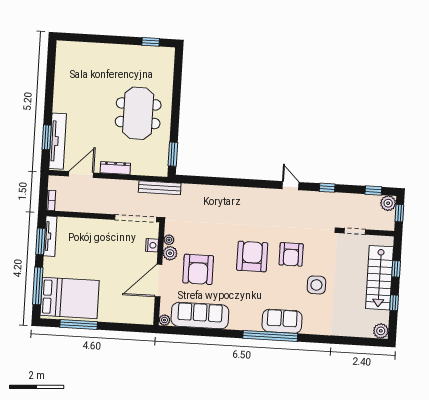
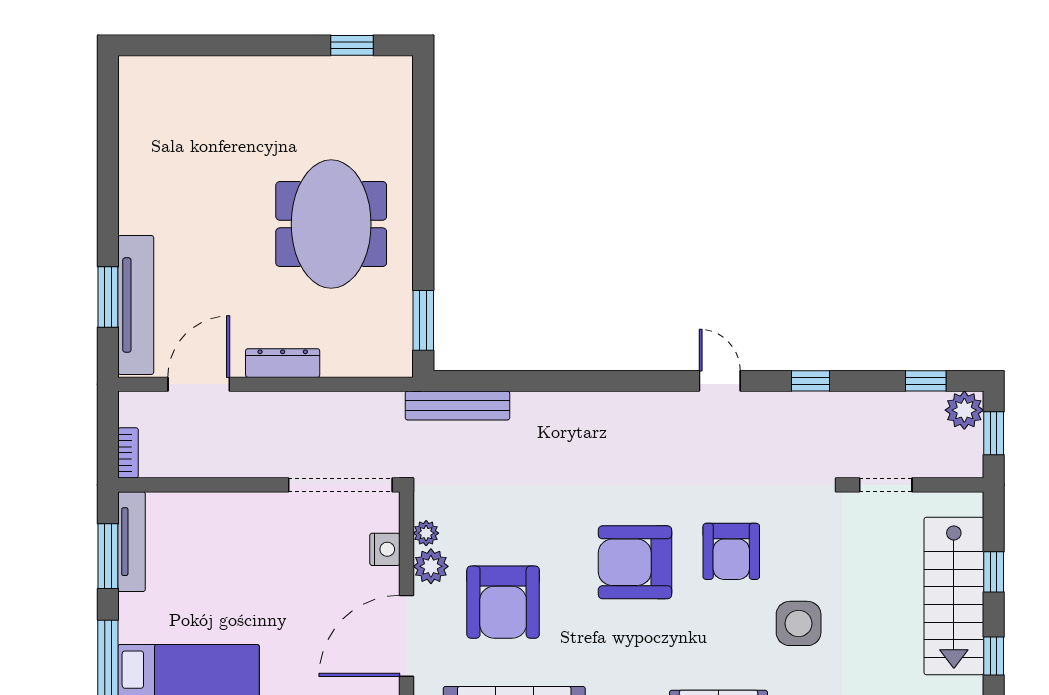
bench: (160, 188) -> (457, 406), moved
armchair: (252, 256) -> (635, 562), turned -90

